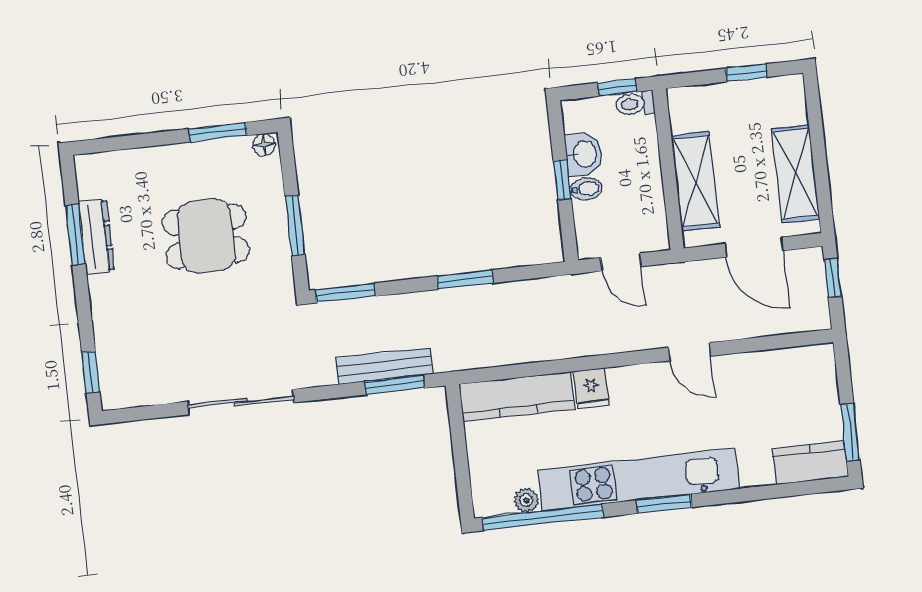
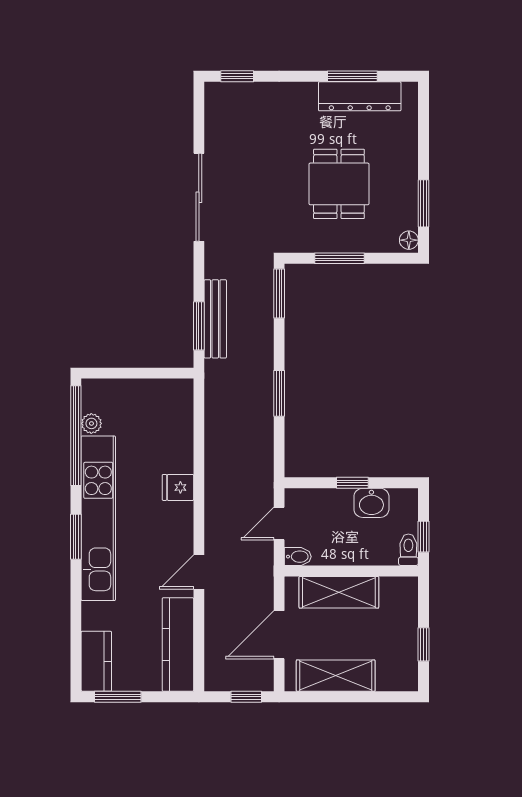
bidet: (586, 189) -> (298, 557), moved, turned -90
dresser: (96, 236) -> (360, 96), width x1.37, depth x1.24
kitchen counter: (517, 396) -> (178, 644), moved

